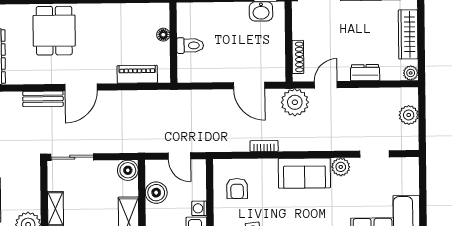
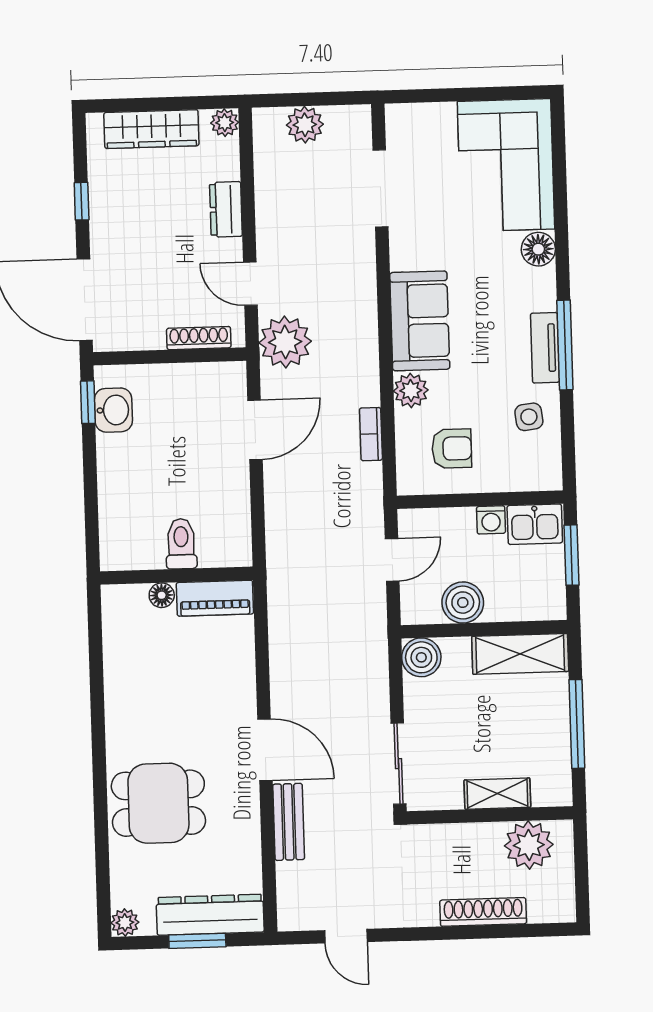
piano: (137, 74) -> (215, 598), moved, turned -90
bookcase: (264, 146) -> (371, 434), moved
doorway: (374, 154) -> (380, 188), width x1.38
plant: (341, 167) -> (411, 390), moved

